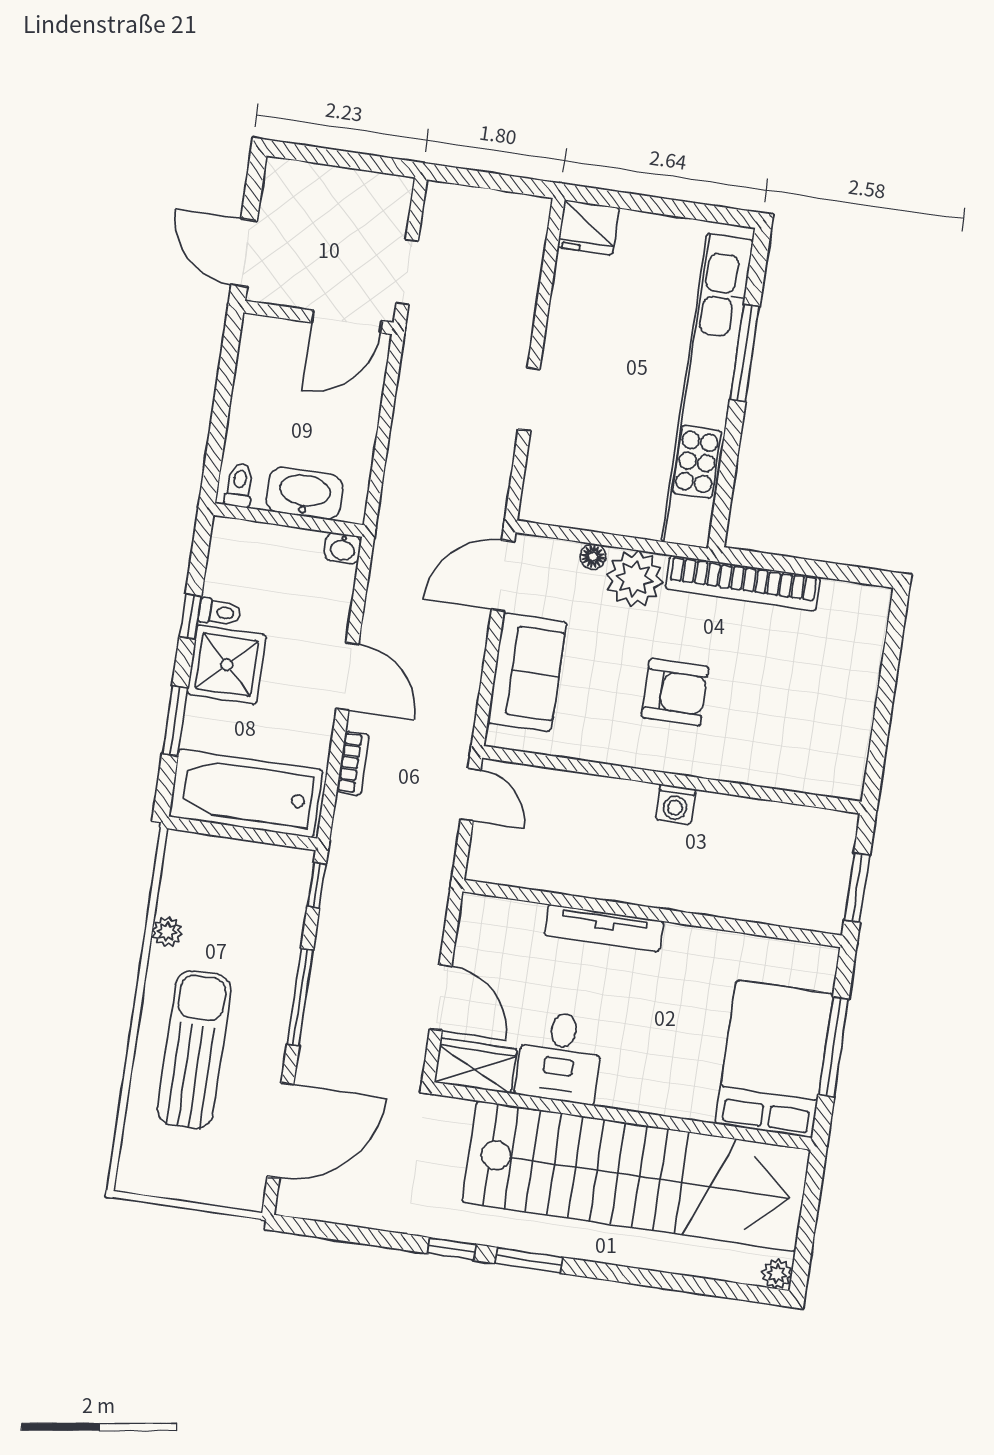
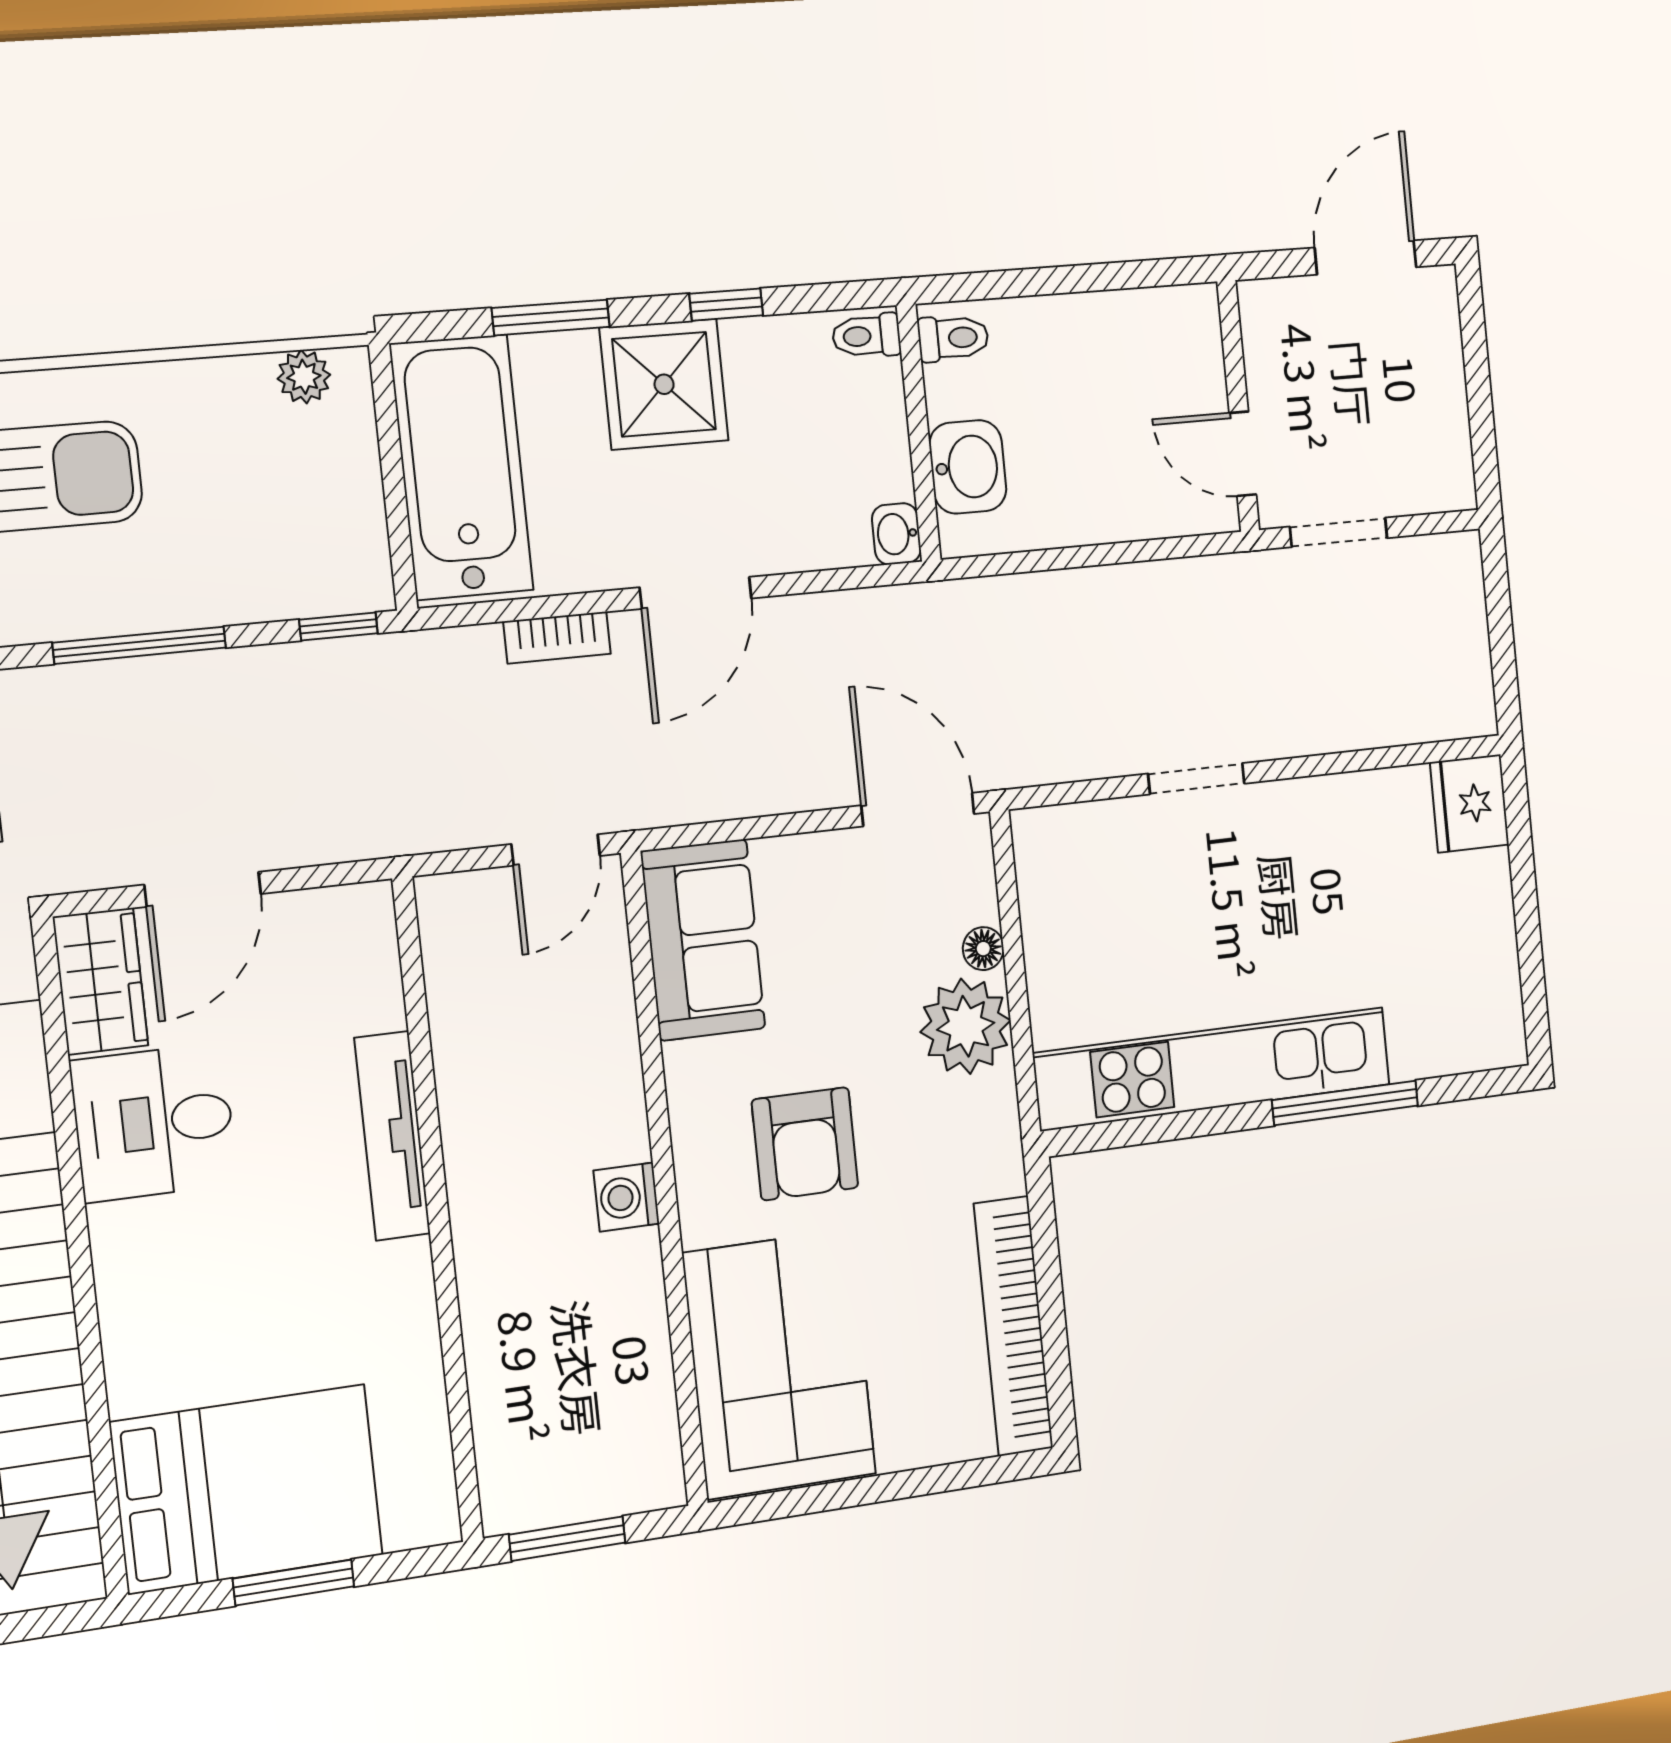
door: (244, 253) -> (1366, 257), moved
door: (347, 322) -> (1243, 454), width x0.73
kitchen unit: (707, 391) -> (1213, 1069), width x0.73
washbasin: (305, 494) -> (968, 467), width x0.72
bookcase: (743, 583) -> (1013, 1326), moved
toilet: (220, 612) -> (866, 336), moved, turned 90
sofa: (527, 672) -> (703, 940), moved, turned -90
corner sofa: (796, 740) -> (779, 1364), added
plant: (167, 932) -> (304, 377), moved
window: (834, 1047) -> (294, 1583), width x0.69

